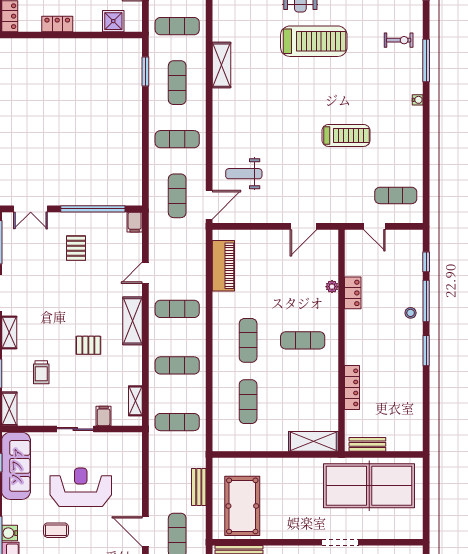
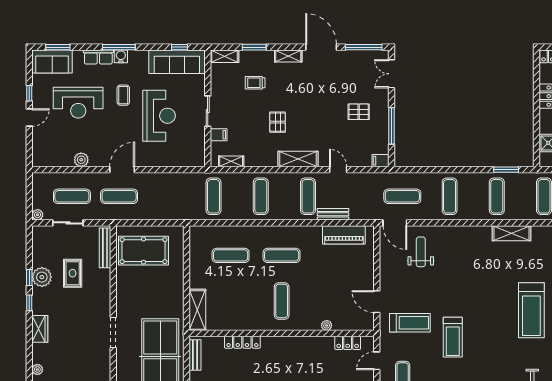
exercise mat: (177, 83) -> (497, 196), turned 90
treadmill: (329, 187) -> (410, 323), added
window: (93, 209) -> (391, 126), width x0.68
locker: (353, 293) -> (348, 343), moved
bench: (199, 487) -> (333, 214), moved

